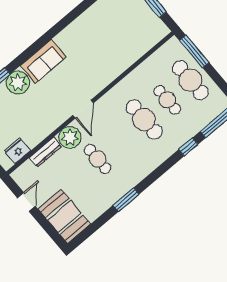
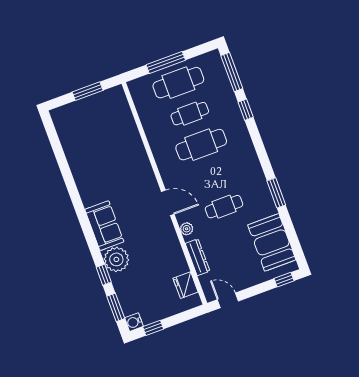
window: (194, 52) -> (166, 62), moved
plant: (70, 137) -> (187, 229), width x0.53, depth x0.53
door: (26, 202) -> (228, 300), moved
booth: (64, 216) -> (272, 242), moved, turned 90
window: (53, 234) -> (284, 280), added

